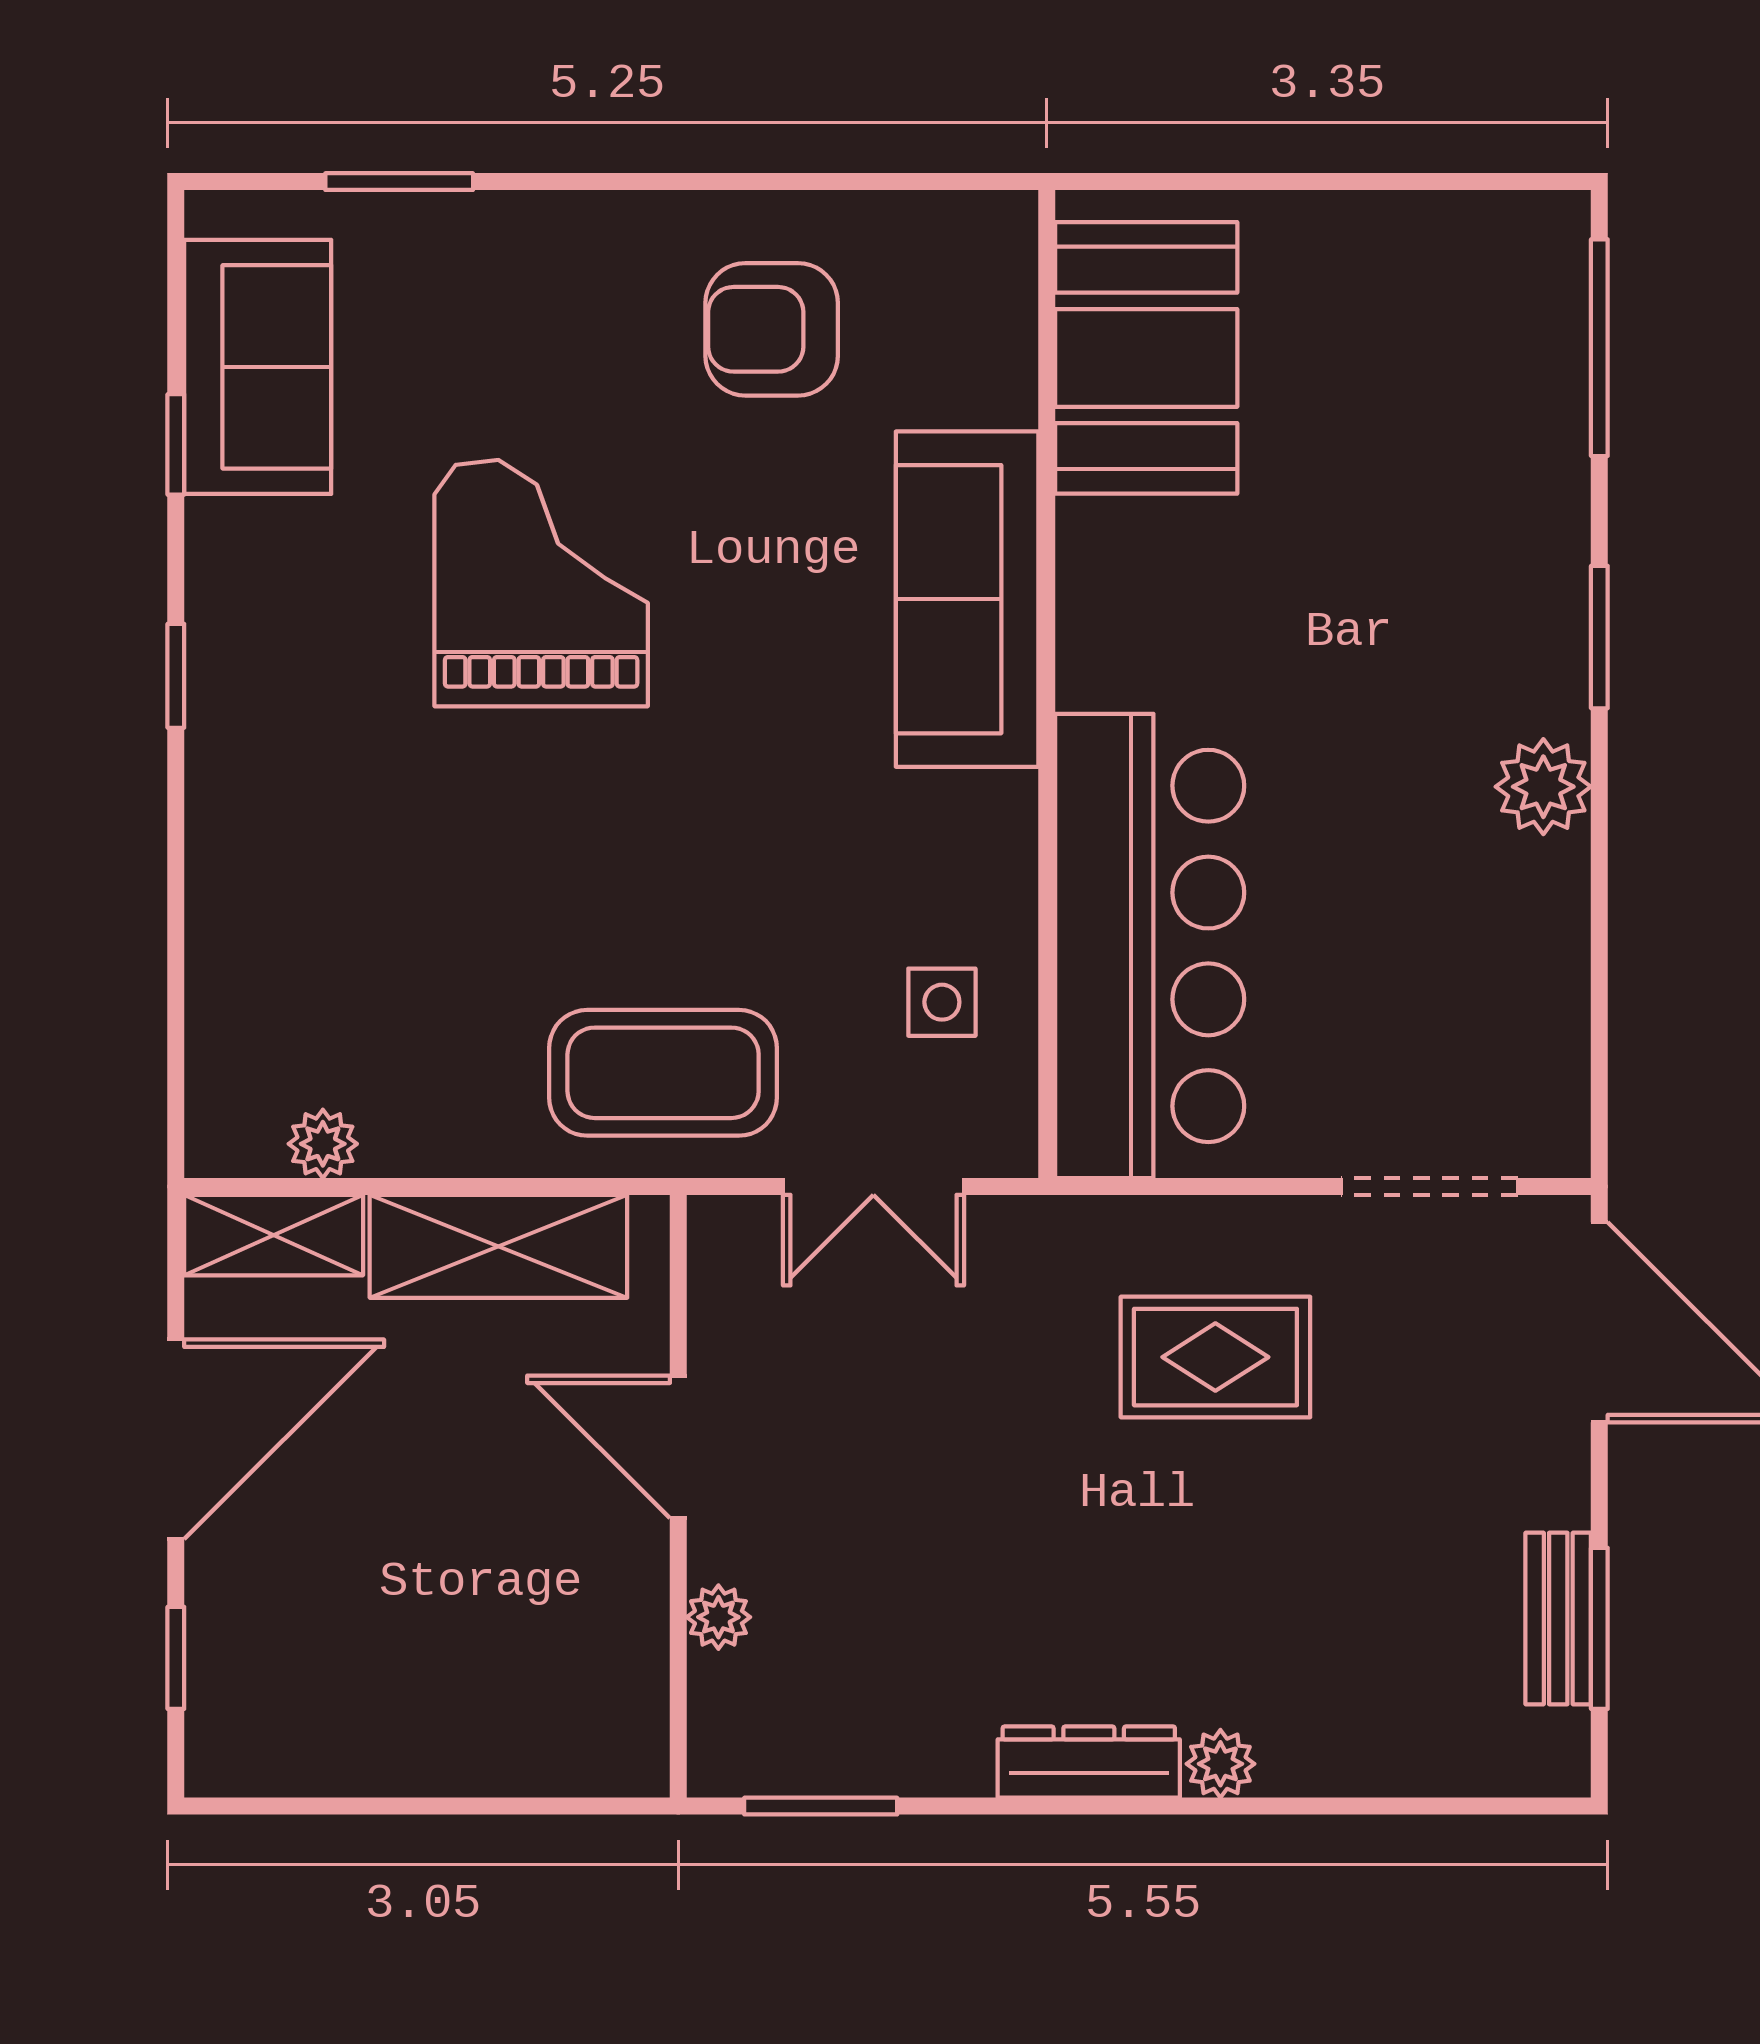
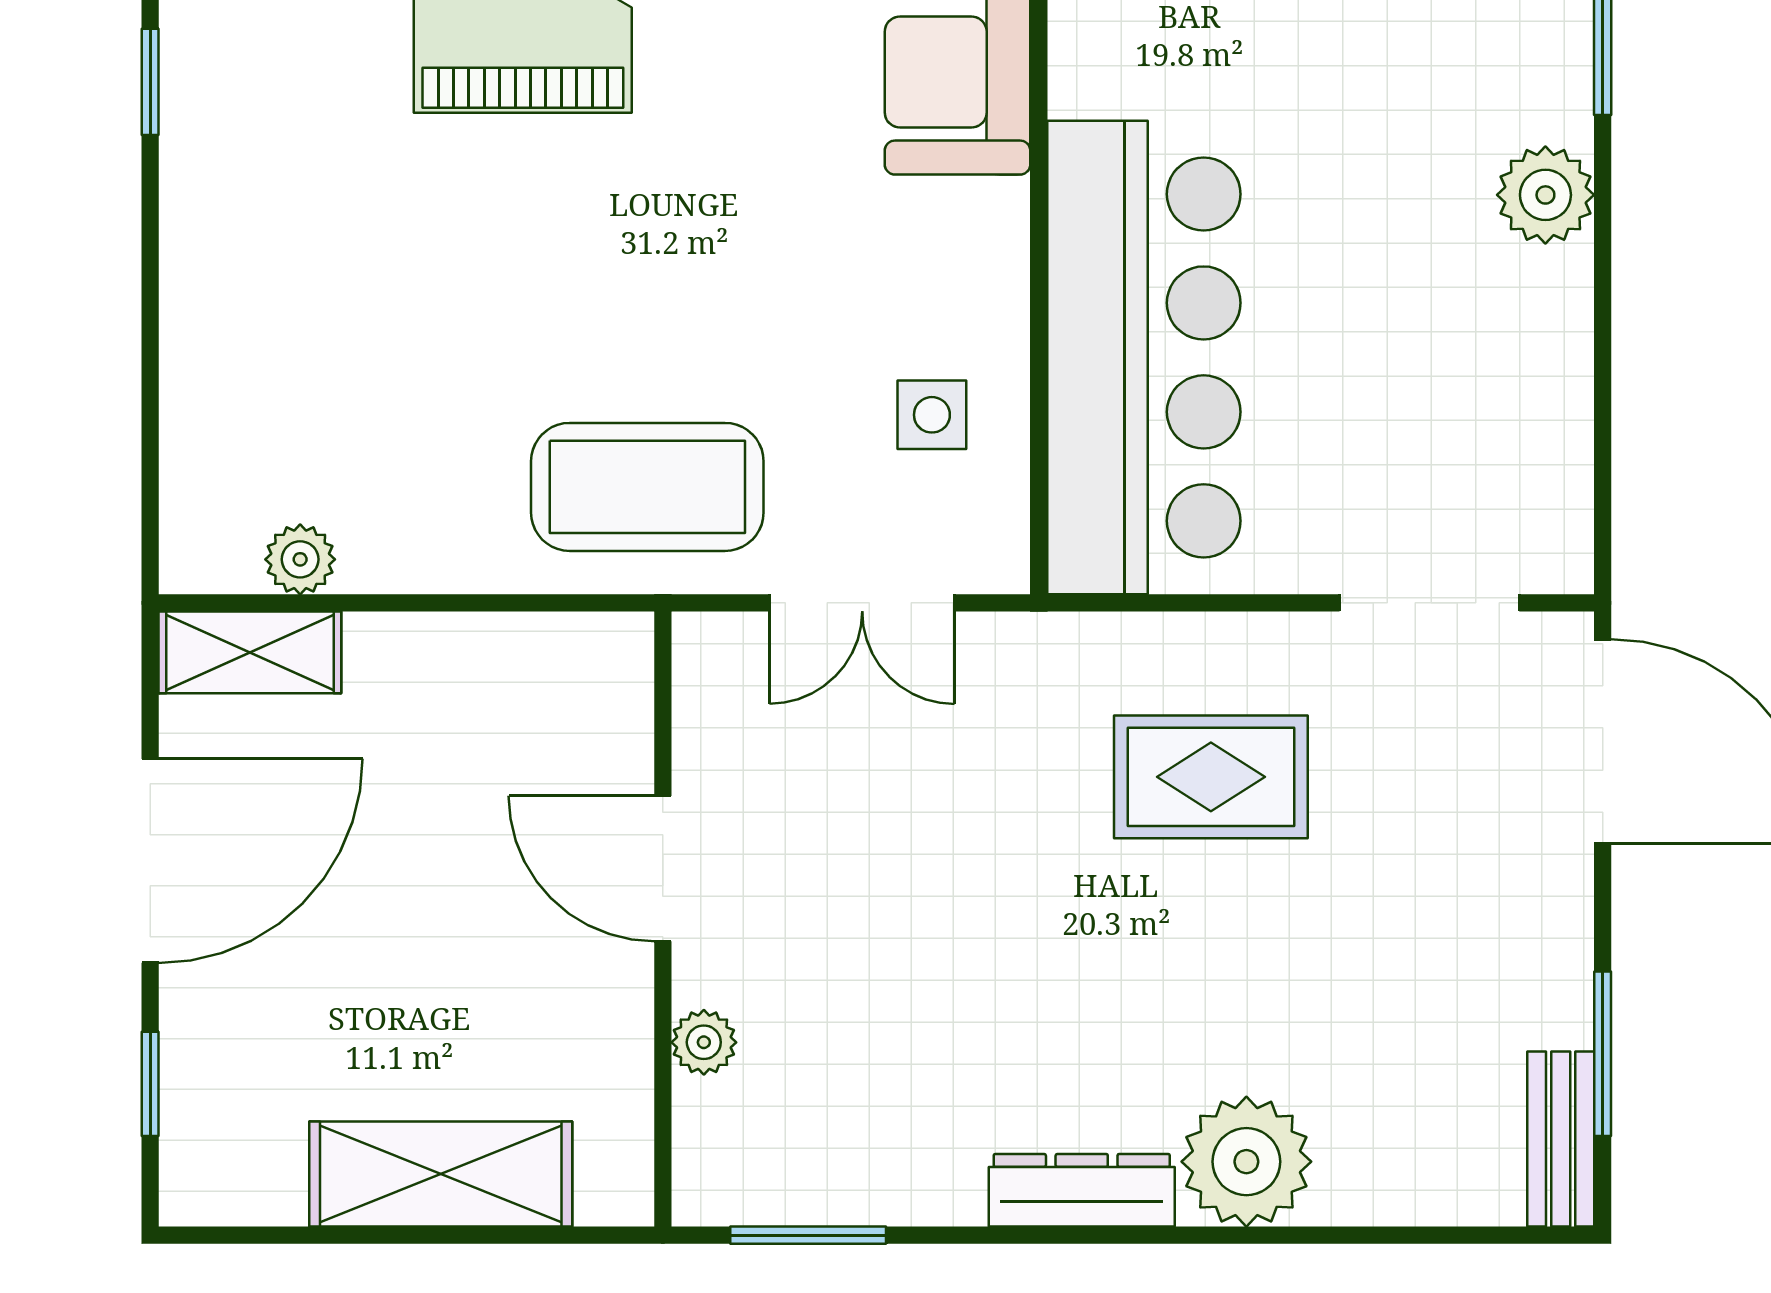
shelving: (498, 1246) -> (441, 1174), moved
bench: (1558, 1619) -> (1561, 1139), moved
plant: (1220, 1764) -> (1246, 1162), width x1.87, depth x1.87

